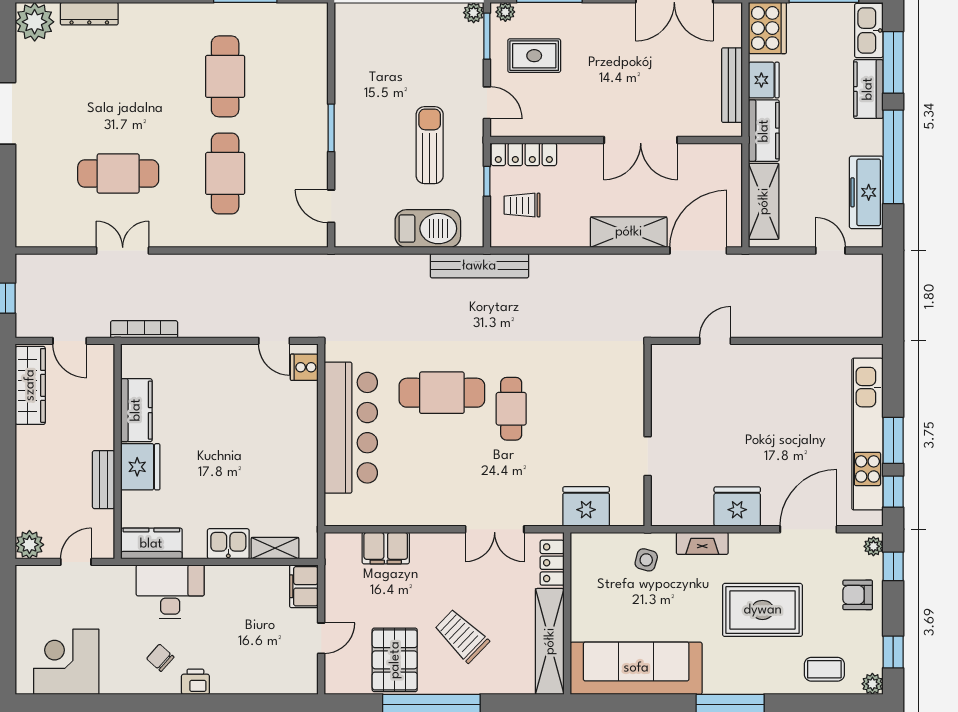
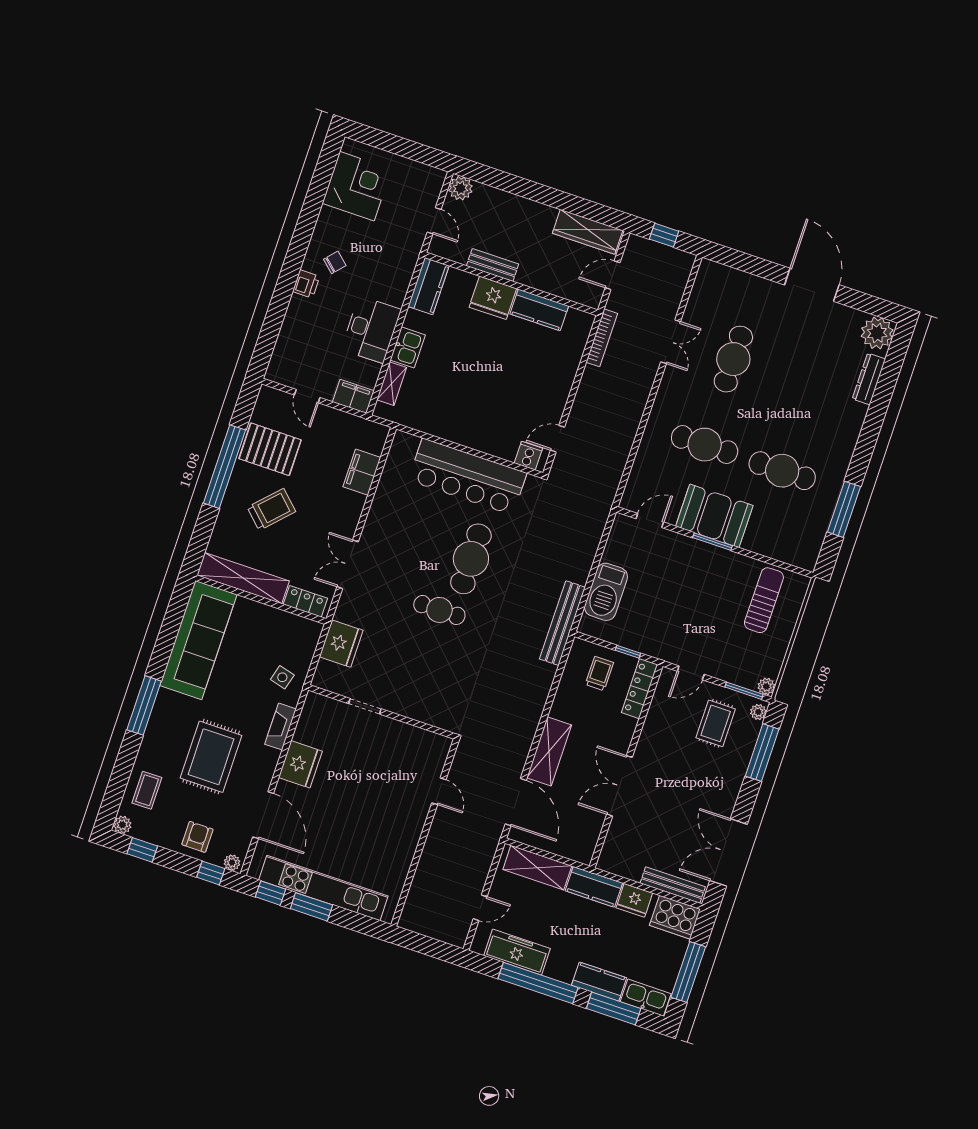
bench: (732, 85) -> (673, 885), moved
booth: (302, 136) -> (714, 516), added
sun lounger: (430, 145) -> (764, 600), moved, turned -90
desk: (170, 592) -> (371, 329), moved

